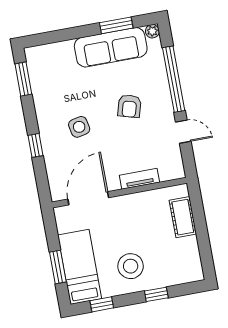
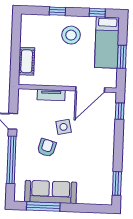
window: (116, 25) -> (43, 207), width x1.44
plant: (152, 31) -> (19, 197), removed
side table: (79, 127) -> (64, 127), moved
window: (36, 145) -> (120, 111), moved
window: (58, 267) -> (122, 57), moved

